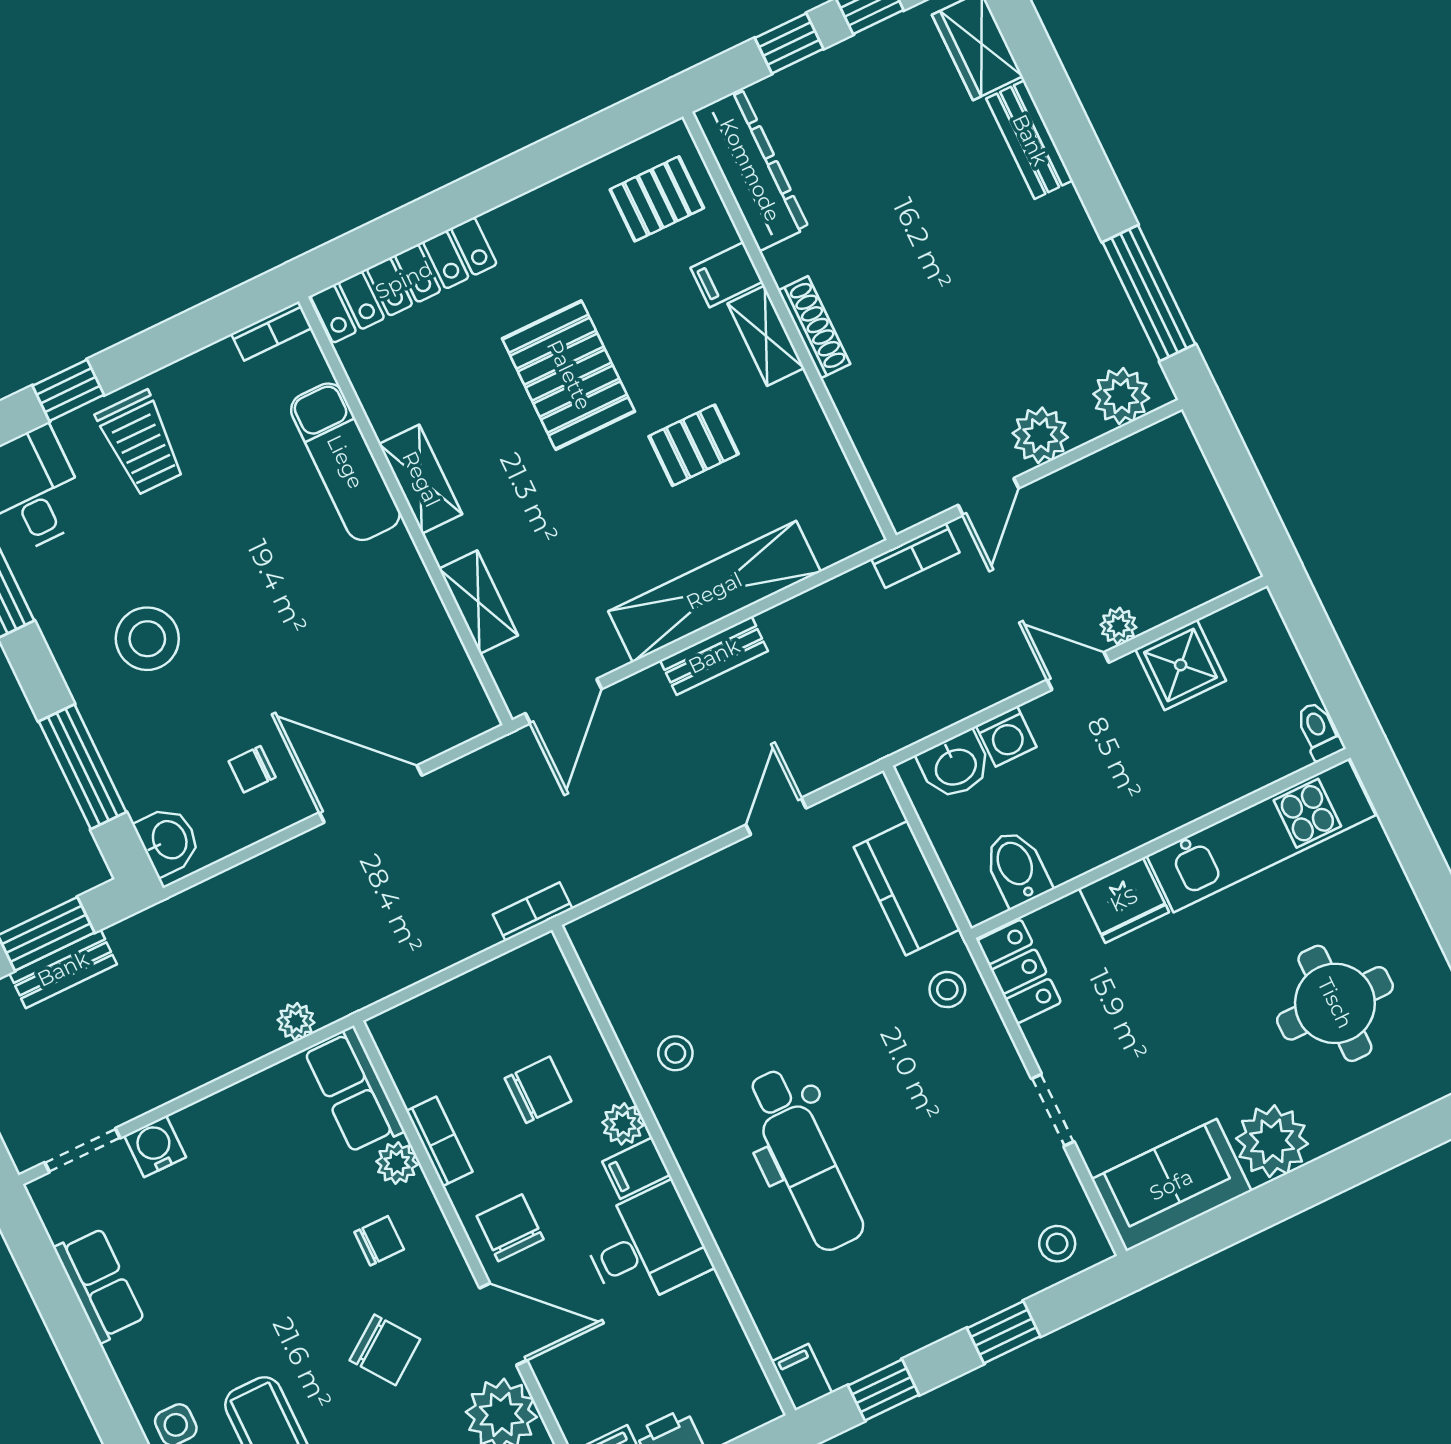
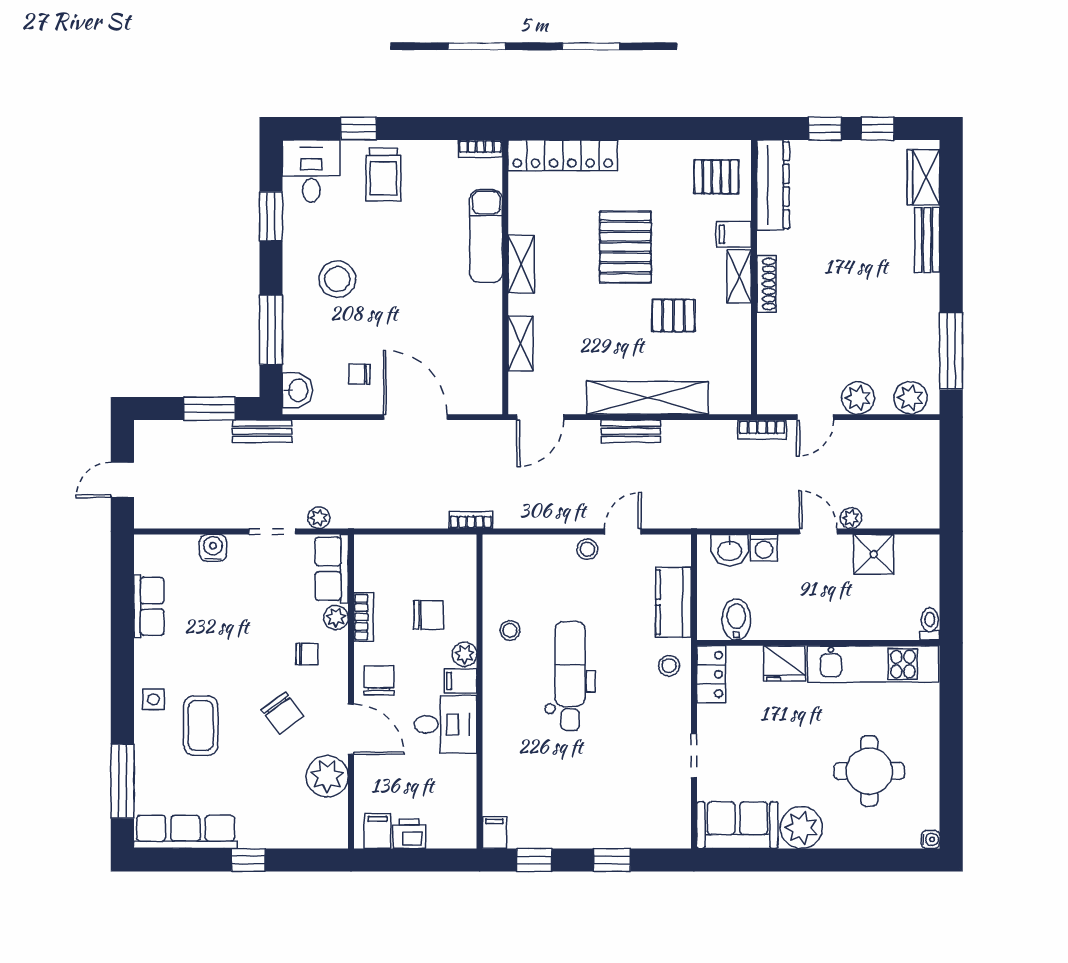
bench: (63, 969) -> (262, 431), moved
doorway: (82, 1150) -> (272, 531), moved
dental chair: (804, 1160) -> (570, 676), moved, turned 180
stool: (1057, 1244) -> (587, 549), moved

